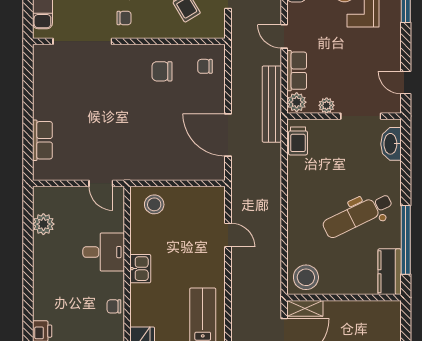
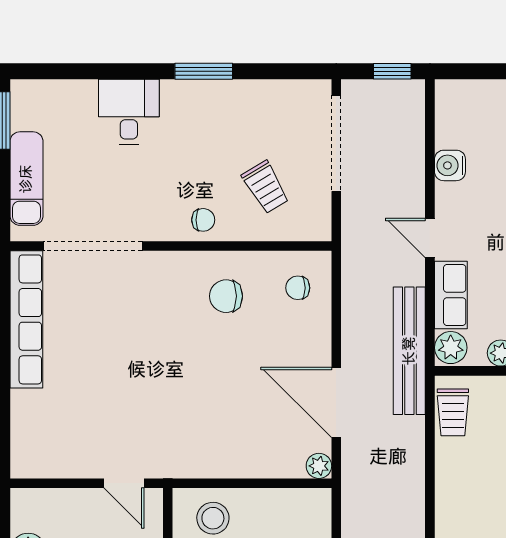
chair: (124, 18) -> (203, 220), moved
row of seats: (42, 140) -> (26, 319), moved, width x2.02
plant: (218, 173) -> (319, 466), added

